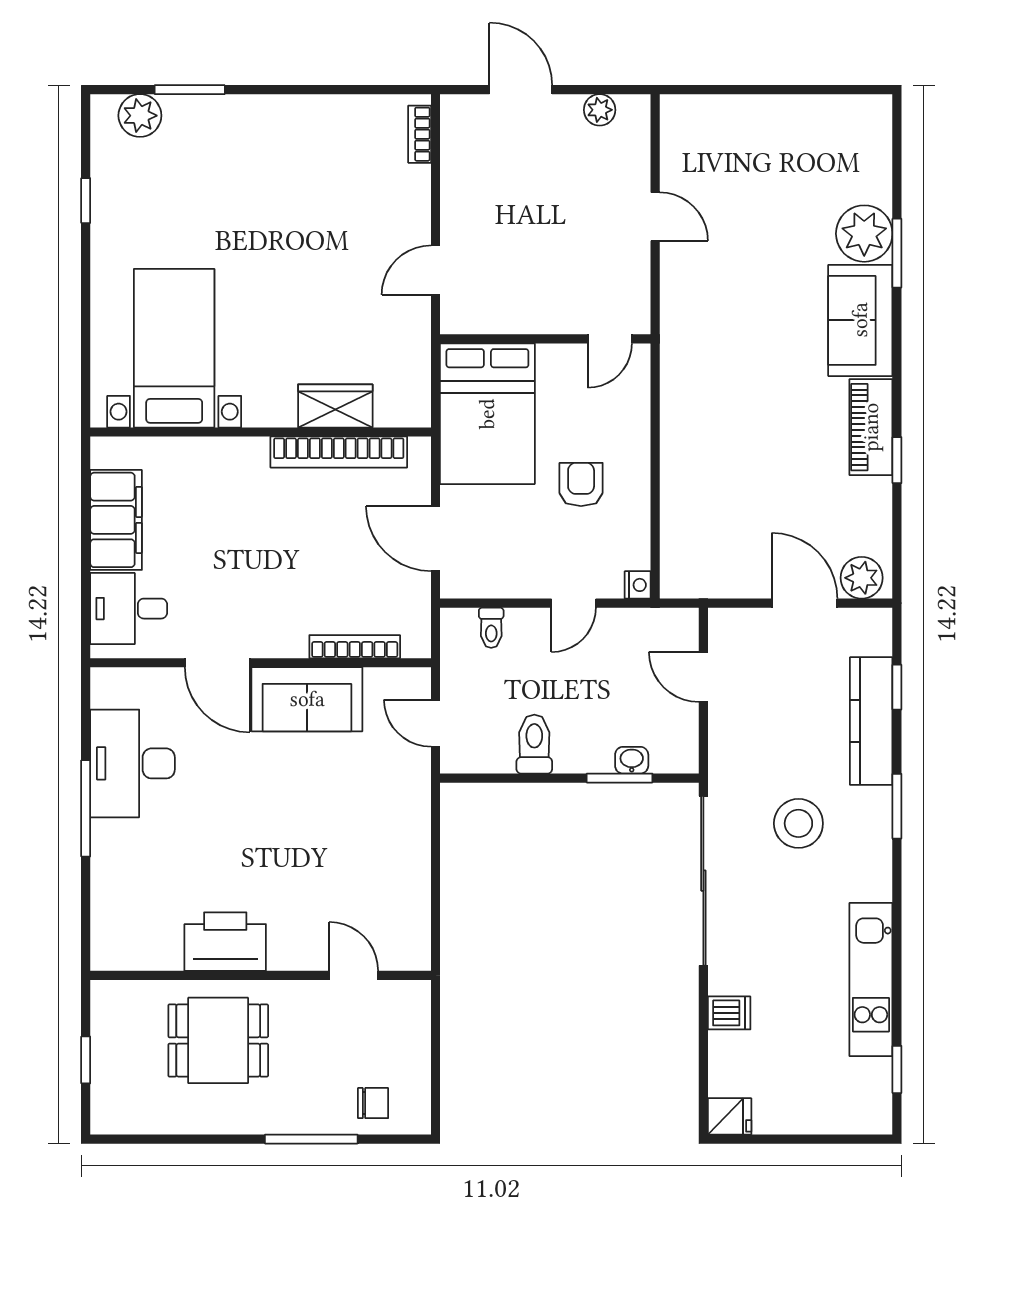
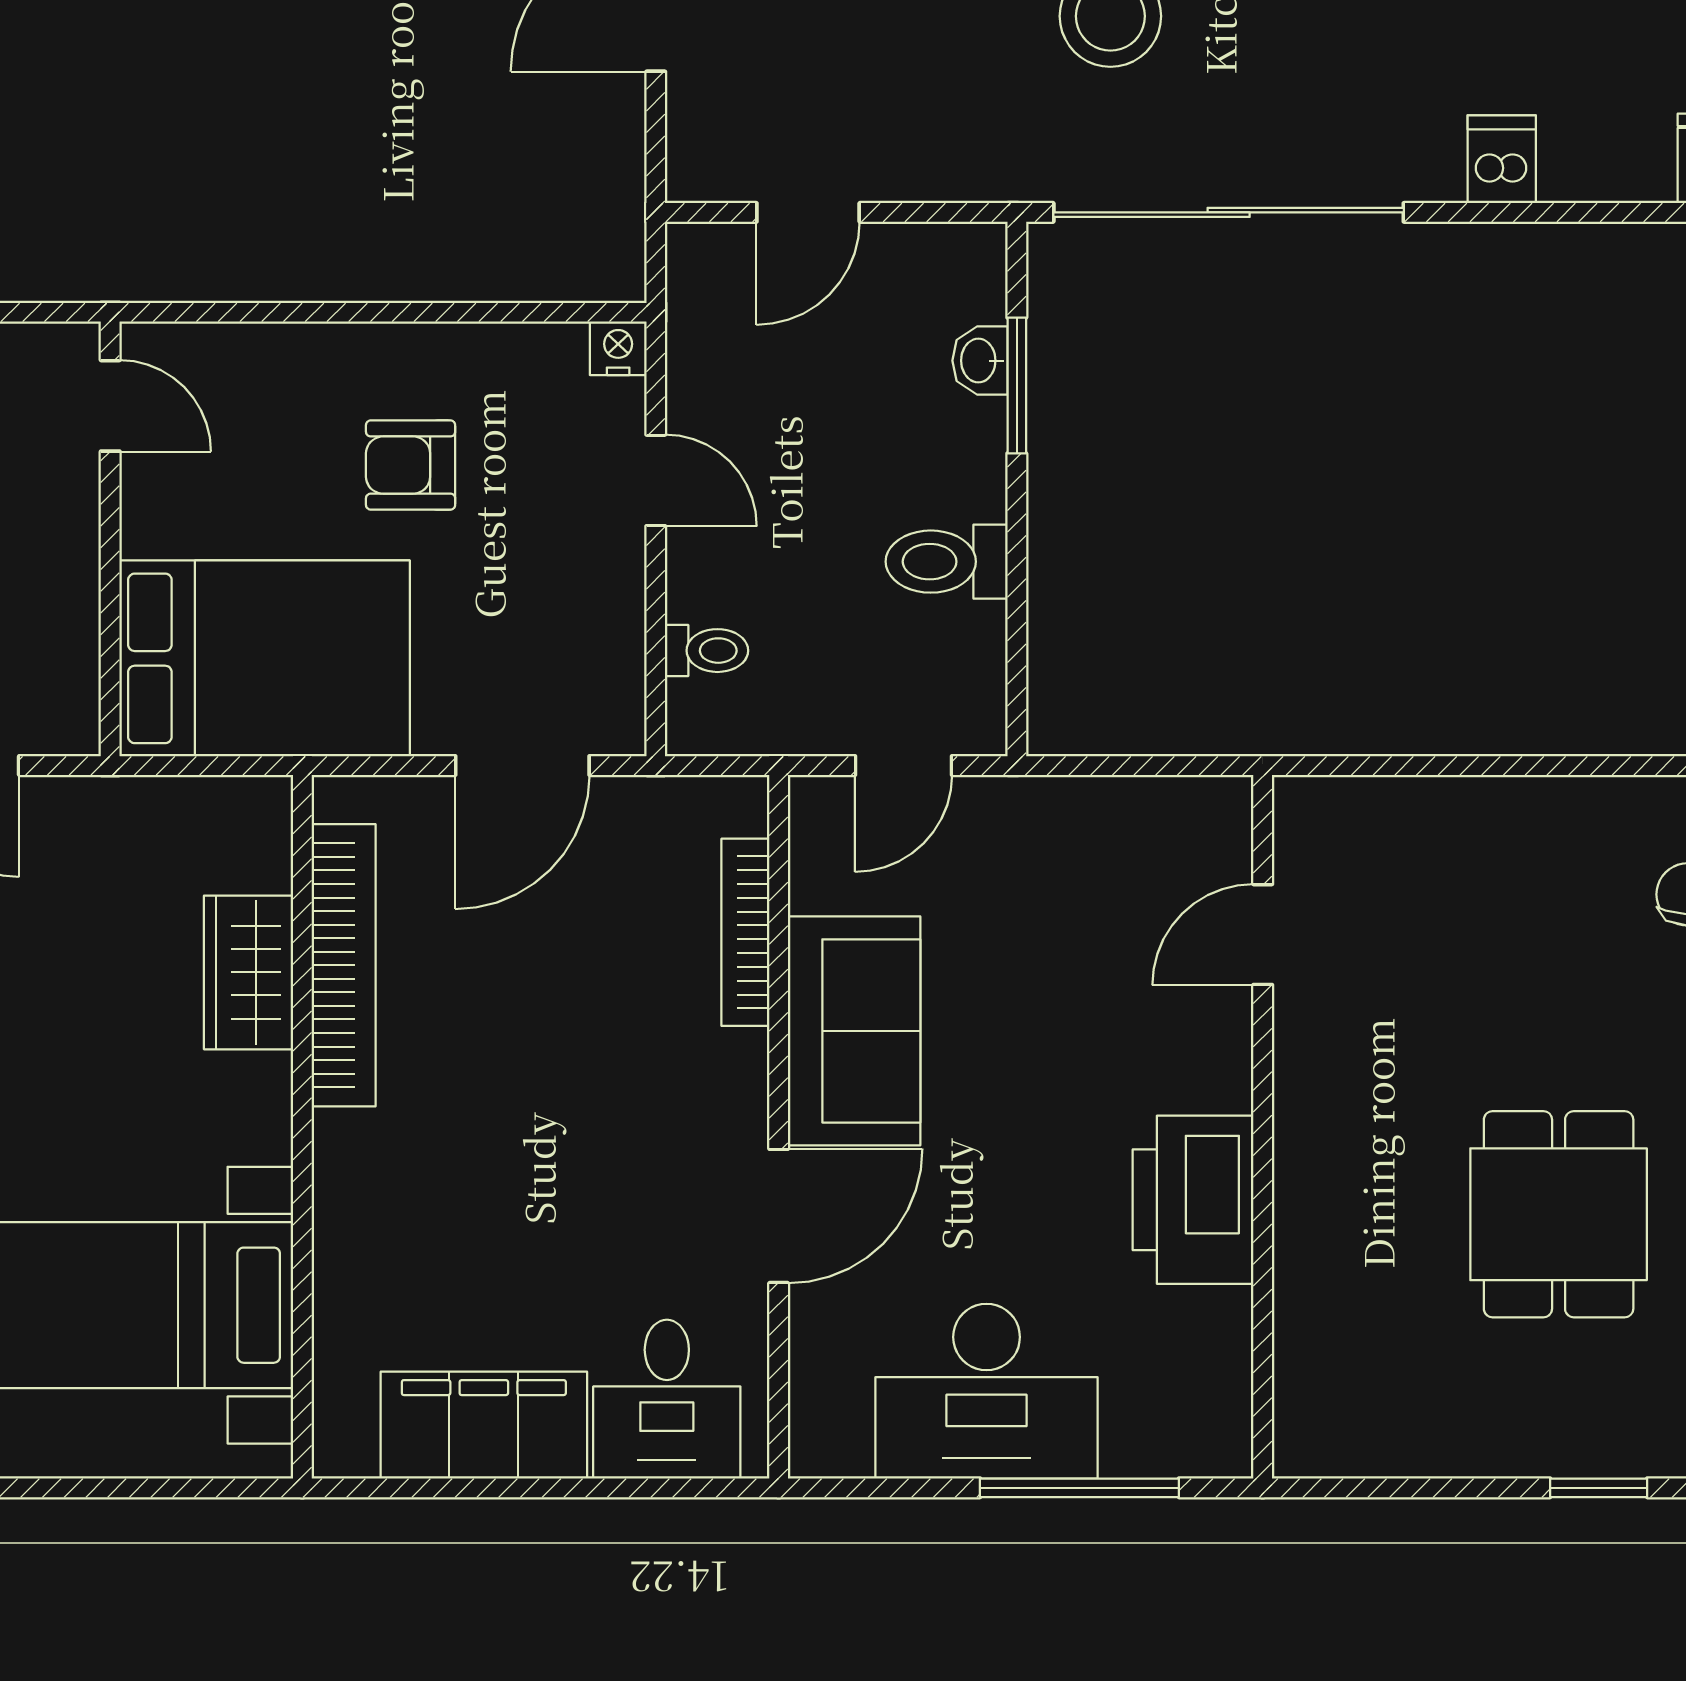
printer: (225, 942) -> (1193, 1200), moved
wall: (261, 975) -> (1263, 1127), moved
door: (354, 975) -> (1263, 935), moved

